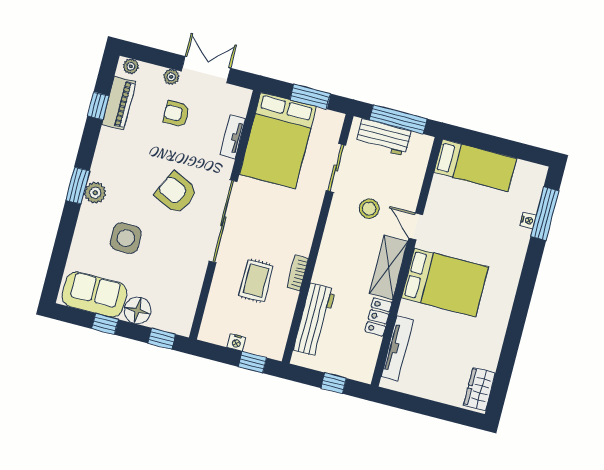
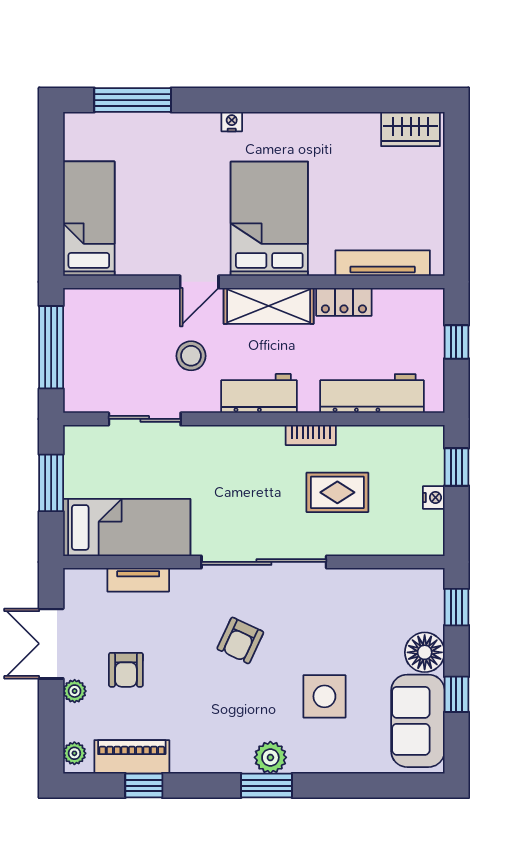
workbench: (384, 137) -> (259, 393), moved, turned -90
bed: (278, 141) -> (127, 527), width x0.67
armchair: (176, 193) -> (240, 640), width x0.72, depth x0.72
nightstand: (528, 220) -> (232, 122), moved

